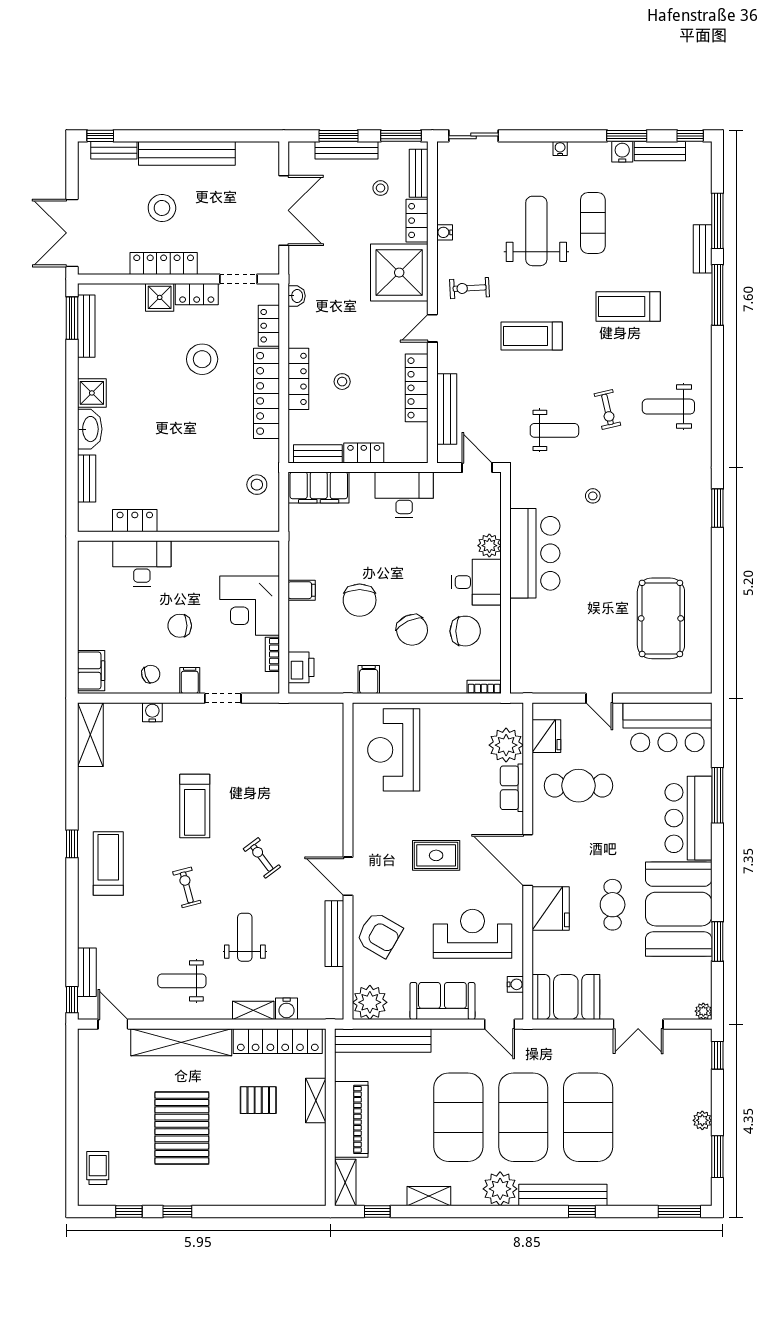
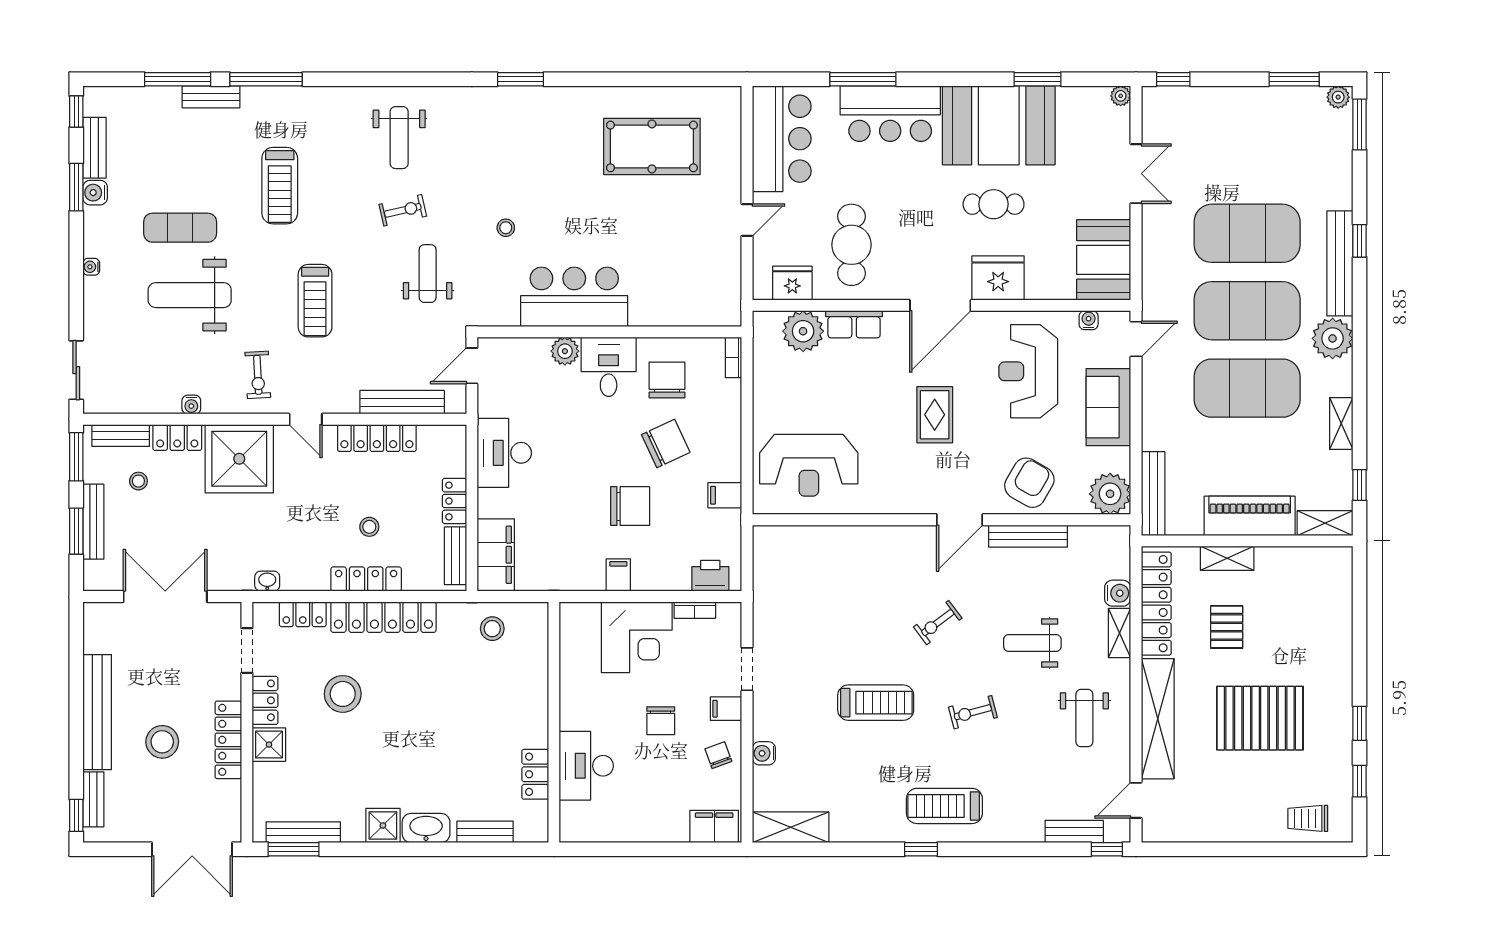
bench: (383, 1040) -> (1153, 494), width x0.73, depth x0.82
plant: (702, 1120) -> (1338, 97), moved

